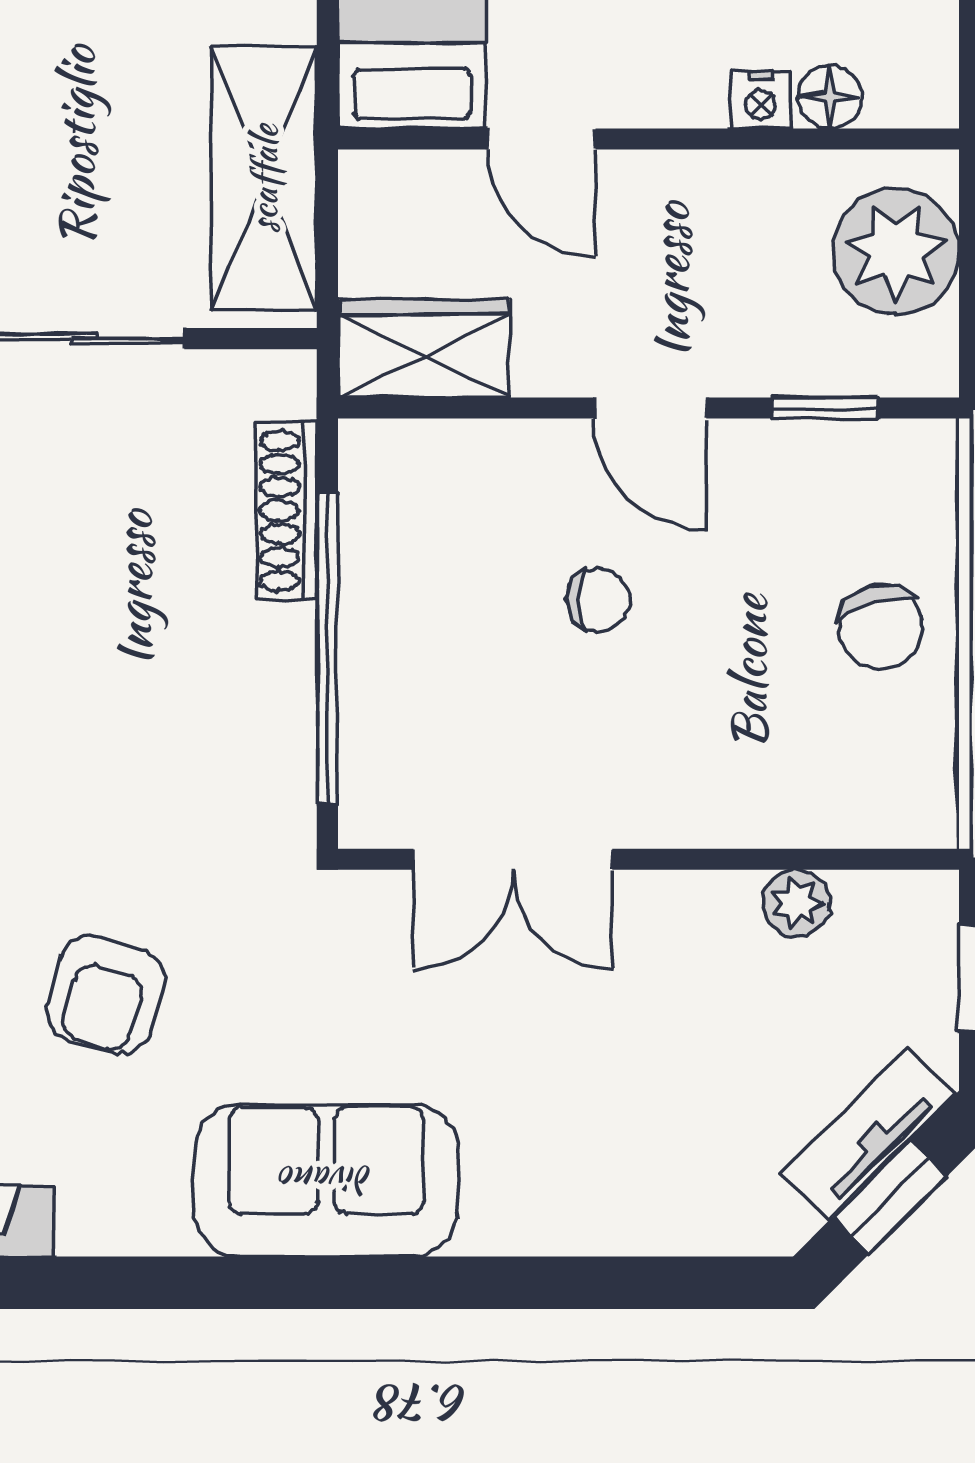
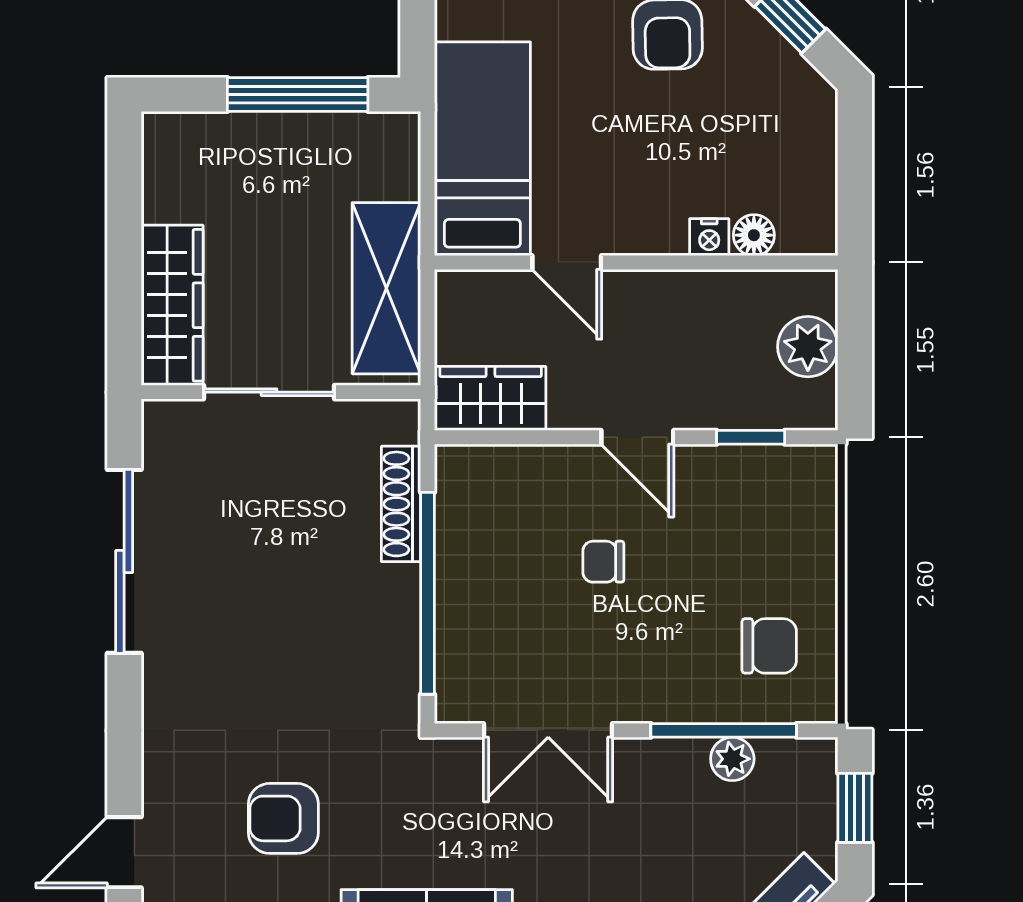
plant: (896, 252) -> (808, 347), width x0.73, depth x0.73
chair: (598, 600) -> (603, 562), turned 180
chair: (881, 627) -> (769, 646), moved, turned -74
window: (783, 859) -> (724, 730), added
armchair: (106, 995) -> (283, 818), turned 74

